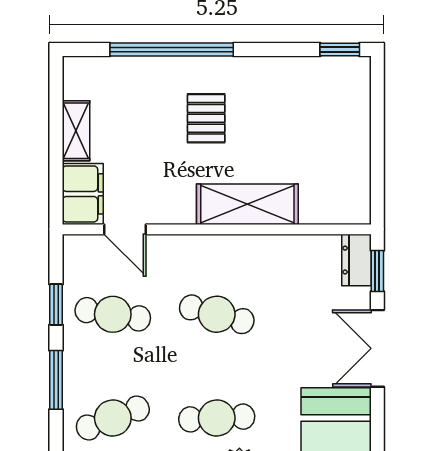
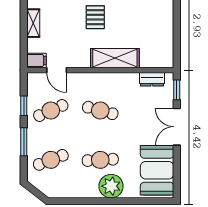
filing cabinet: (83, 194) -> (37, 61), width x0.50
dresser: (356, 260) -> (152, 79), moved, turned -90
cafe table: (113, 314) -> (51, 110), turned -33

